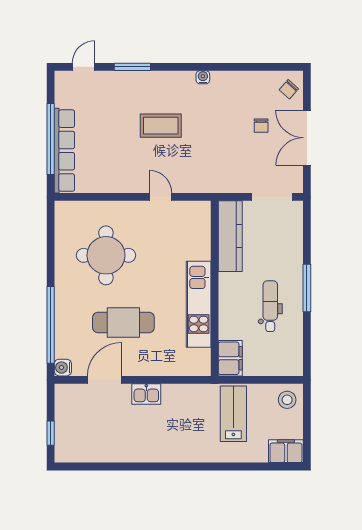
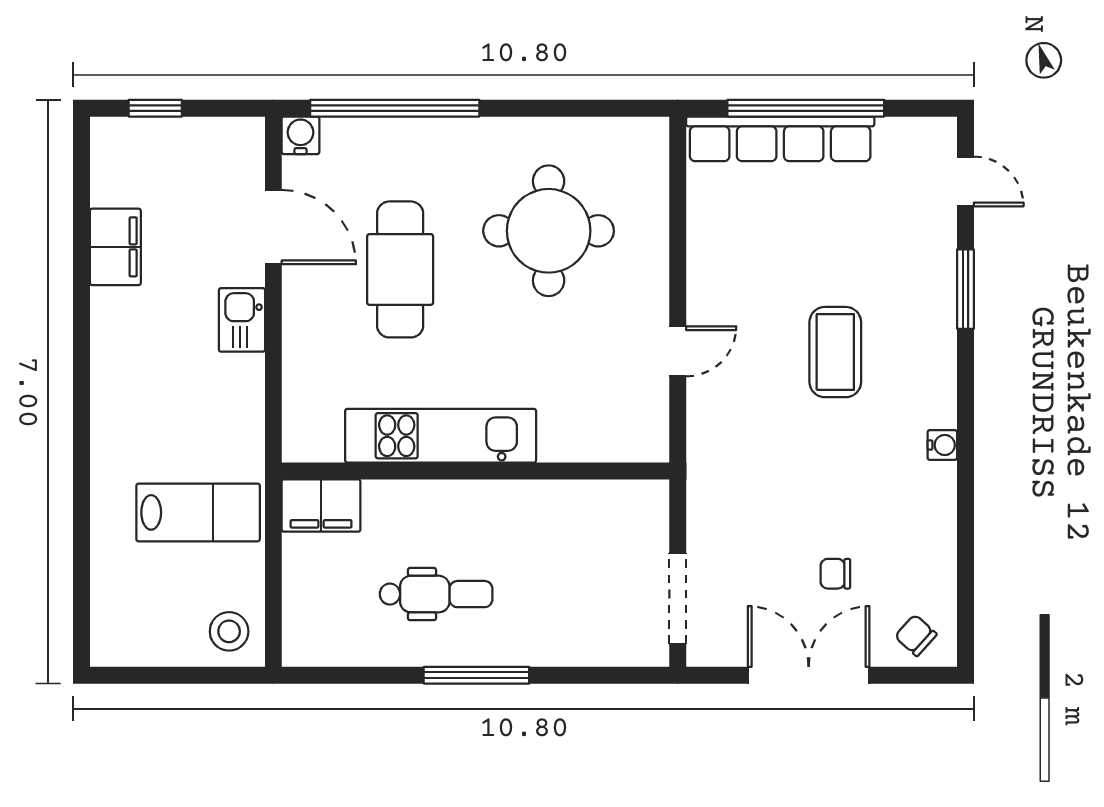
kitchen counter: (230, 236) -> (591, 505), removed
filing cabinet: (286, 451) -> (115, 247), moved

